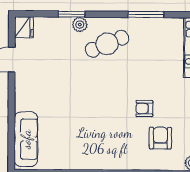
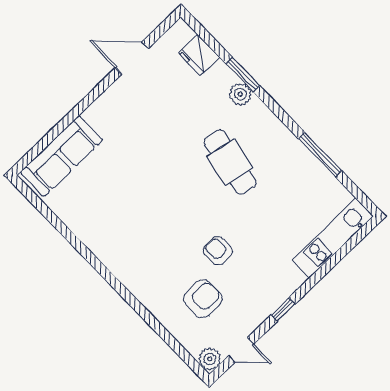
fridge: (24, 27) -> (199, 55), moved, turned 90
cafe table: (107, 44) -> (230, 162), moved, turned 34

